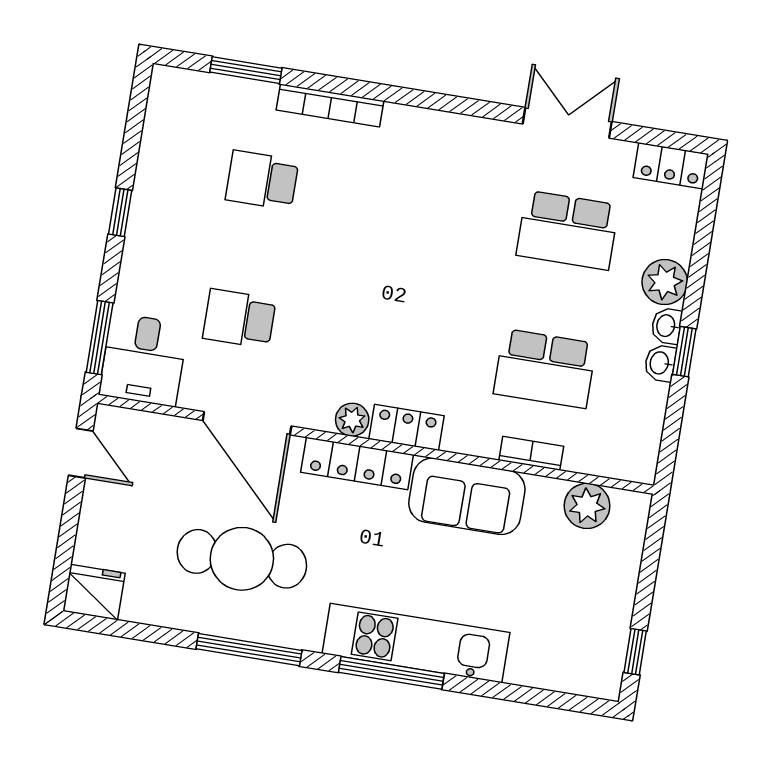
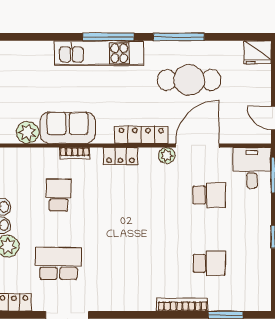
school desk: (545, 369) -> (59, 195), width x0.54
plant: (352, 420) -> (167, 155), moved
door: (247, 423) -> (197, 145), hinge flipped
bookcase: (531, 453) -> (75, 153), moved
sofa: (467, 496) -> (68, 128), moved

